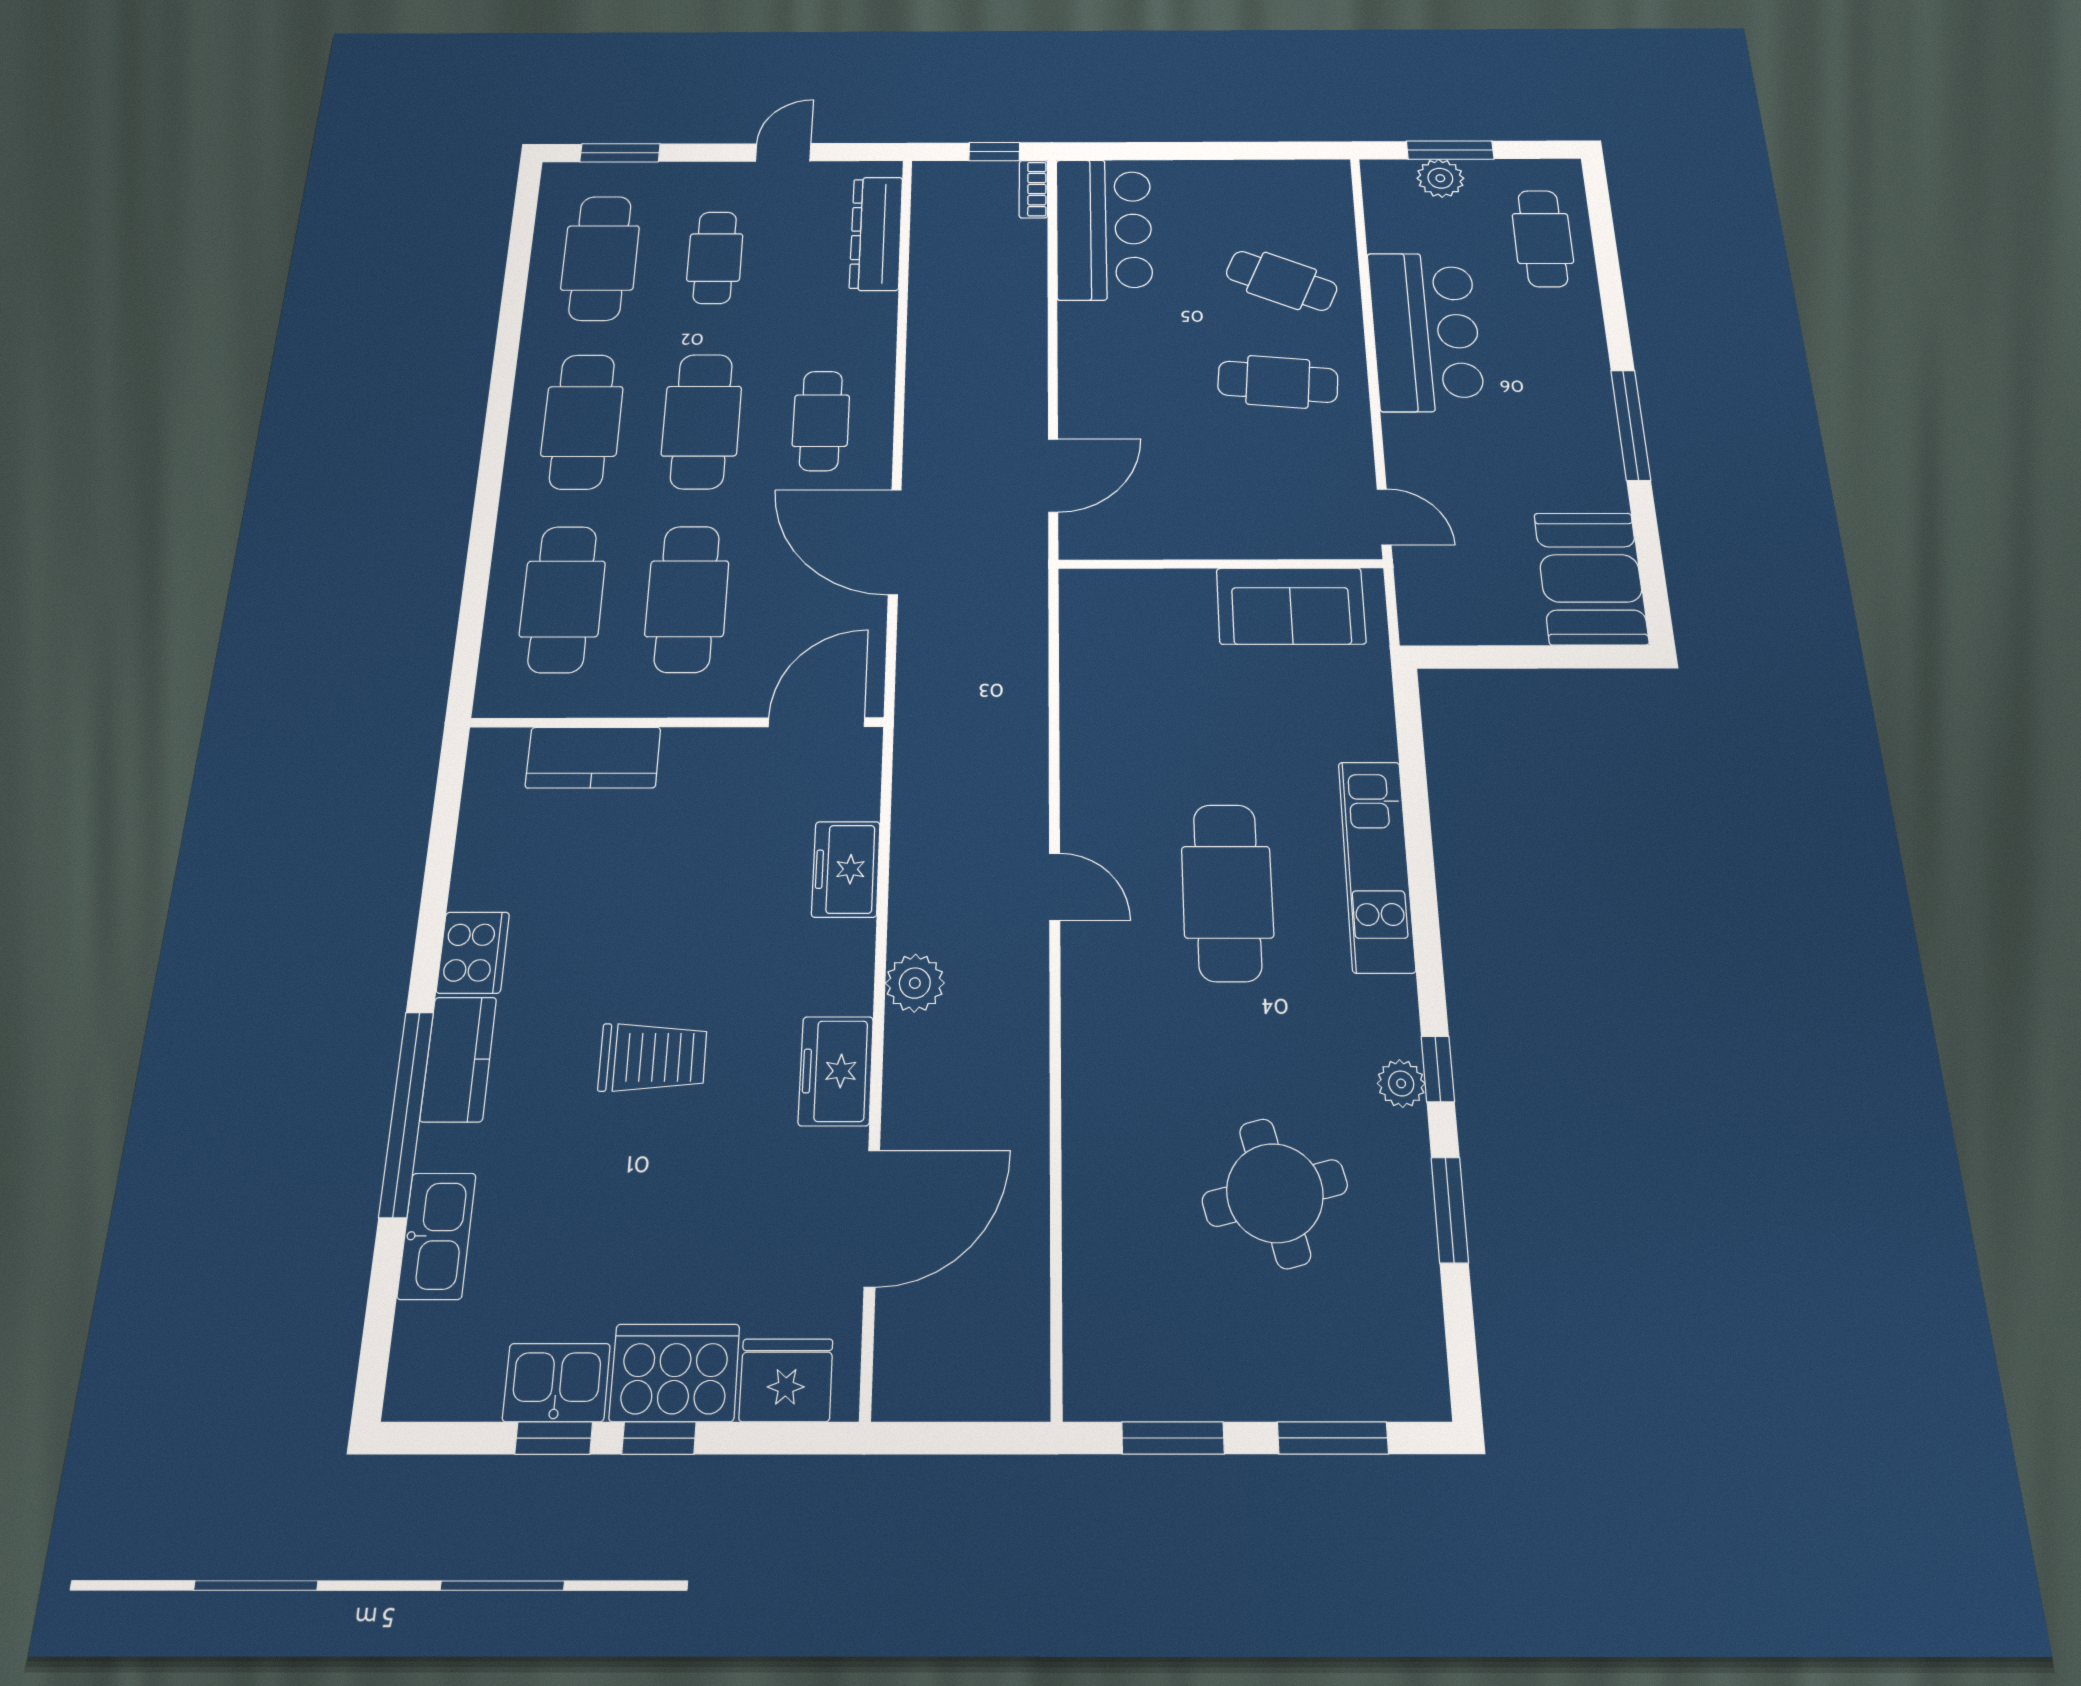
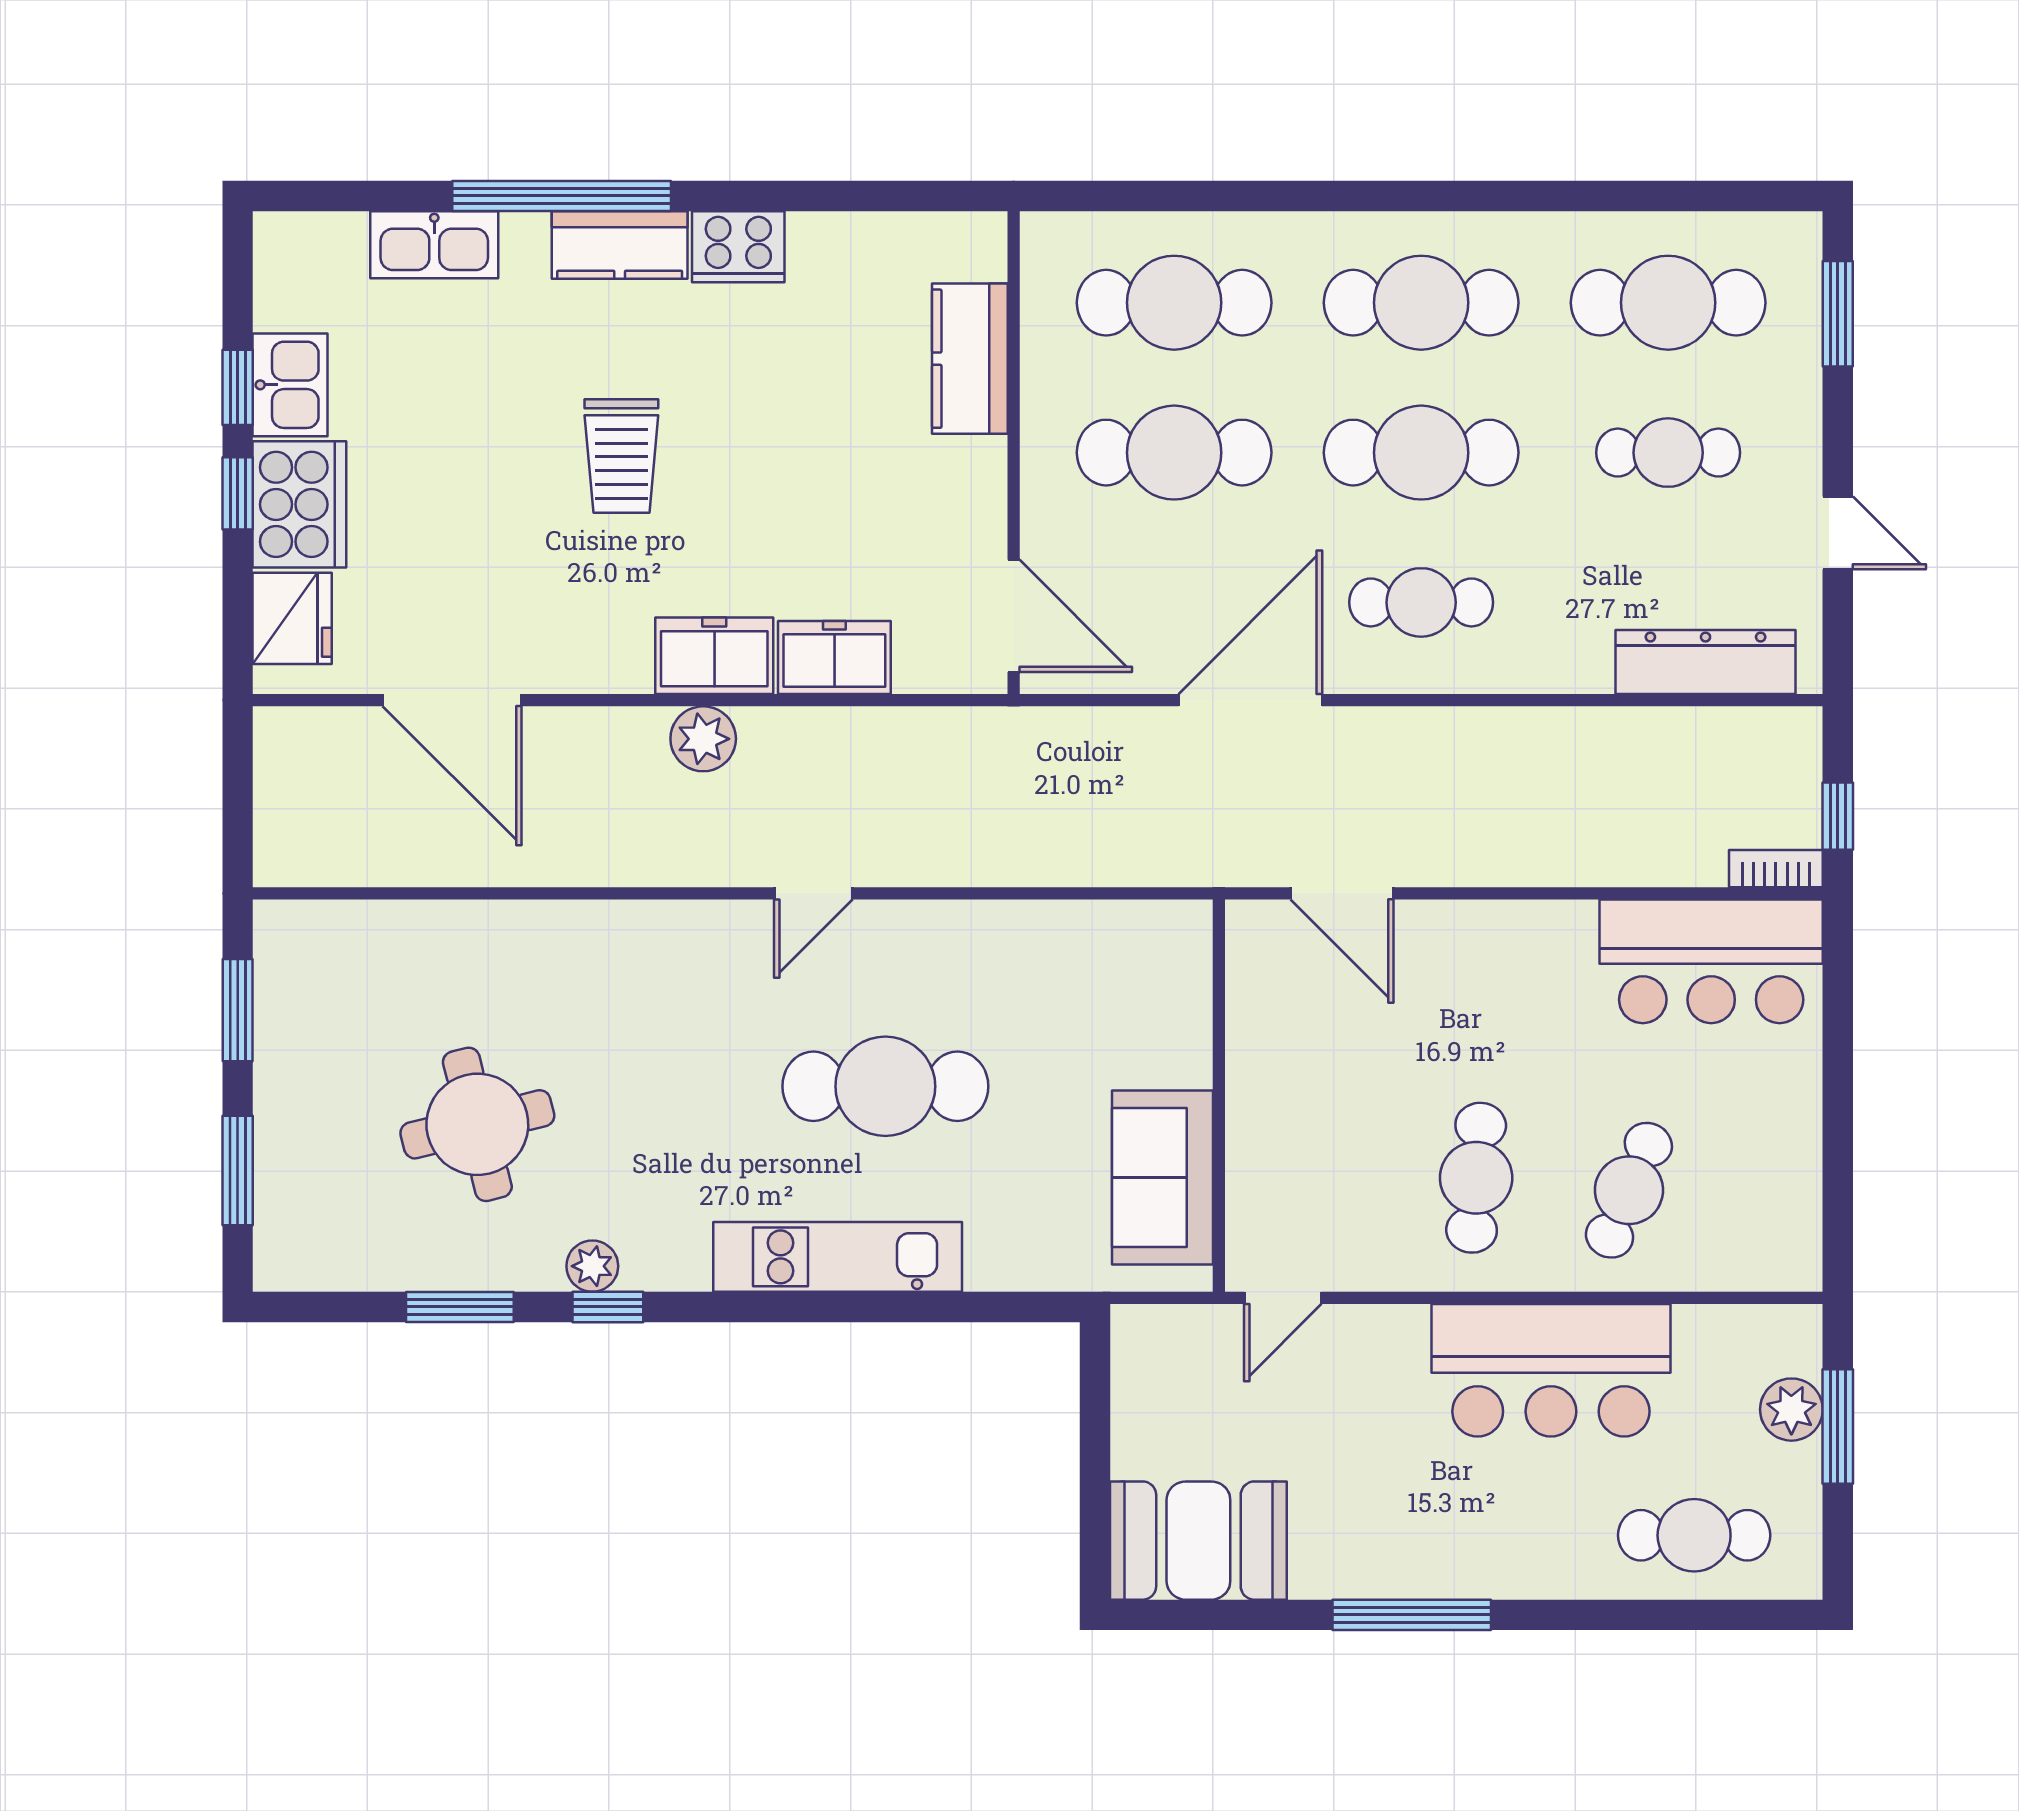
cafe table: (1227, 892) -> (885, 1086), moved
freezer: (836, 1071) -> (714, 656), moved

